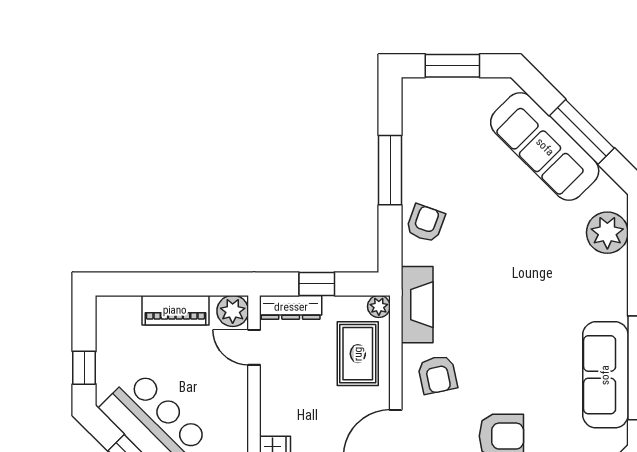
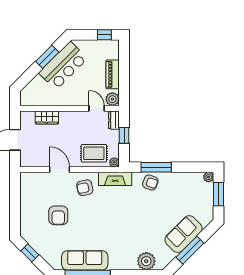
plant: (413, 89) -> (209, 177), added
sofa: (545, 147) -> (184, 234), width x0.73
window: (390, 170) -> (156, 167), moved
dresser: (291, 307) -> (114, 120), width x0.70
door: (254, 347) -> (97, 108), hinge flipped
window: (84, 368) -> (104, 35), moved

